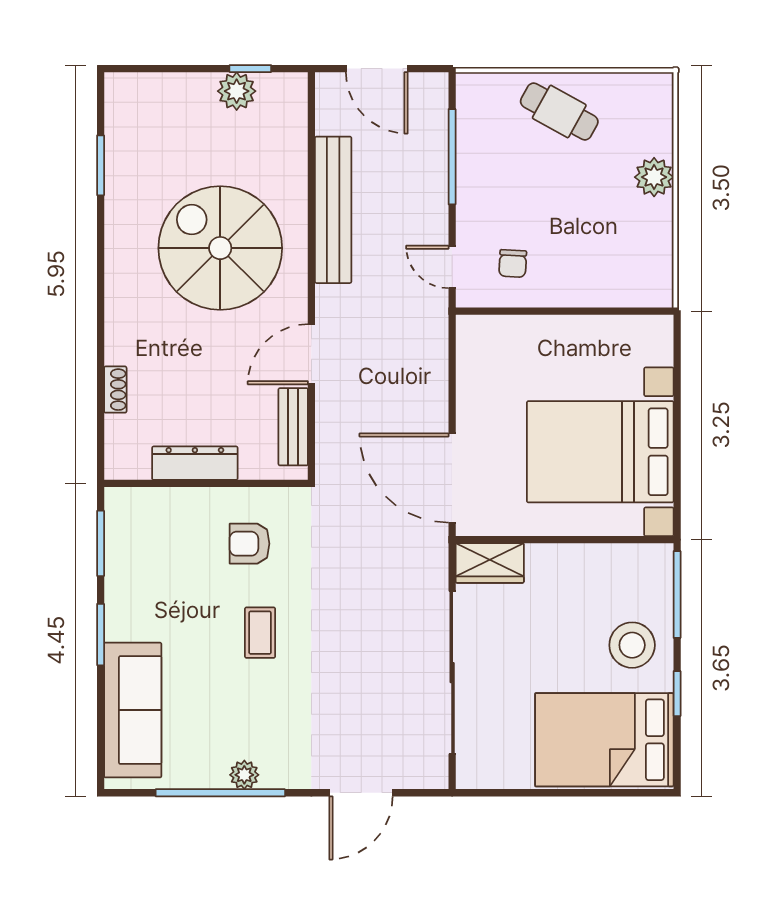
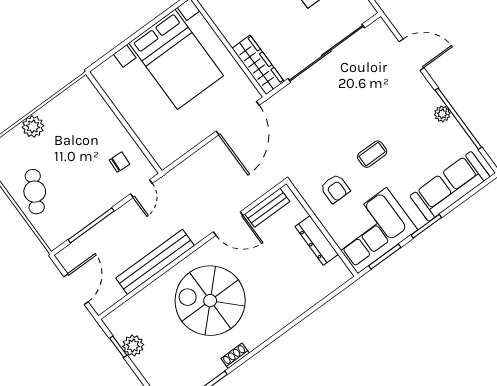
spiral stairs: (220, 248) -> (210, 301), turned 90
shoe rack: (115, 390) -> (235, 356), moved
corner sofa: (151, 553) -> (372, 231), added
wardrobe: (490, 563) -> (258, 65), width x1.50

